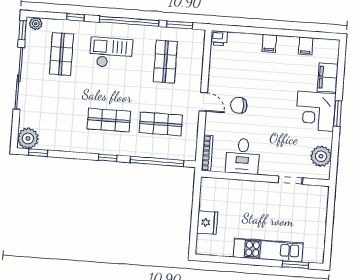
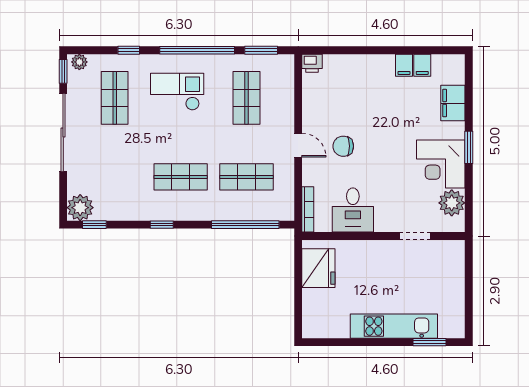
filing cabinet: (269, 43) -> (404, 65), moved
corner desk: (316, 111) -> (441, 164), moved
window: (108, 158) -> (162, 225), moved
fridge: (207, 223) -> (318, 268), moved, width x1.36, depth x1.34

